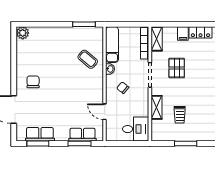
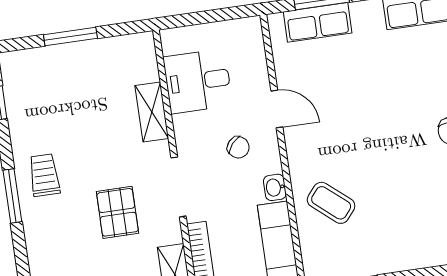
door: (105, 112) -> (277, 109), moved
trolley: (180, 115) -> (44, 175), moved
desk: (136, 129) -> (198, 81), moved

